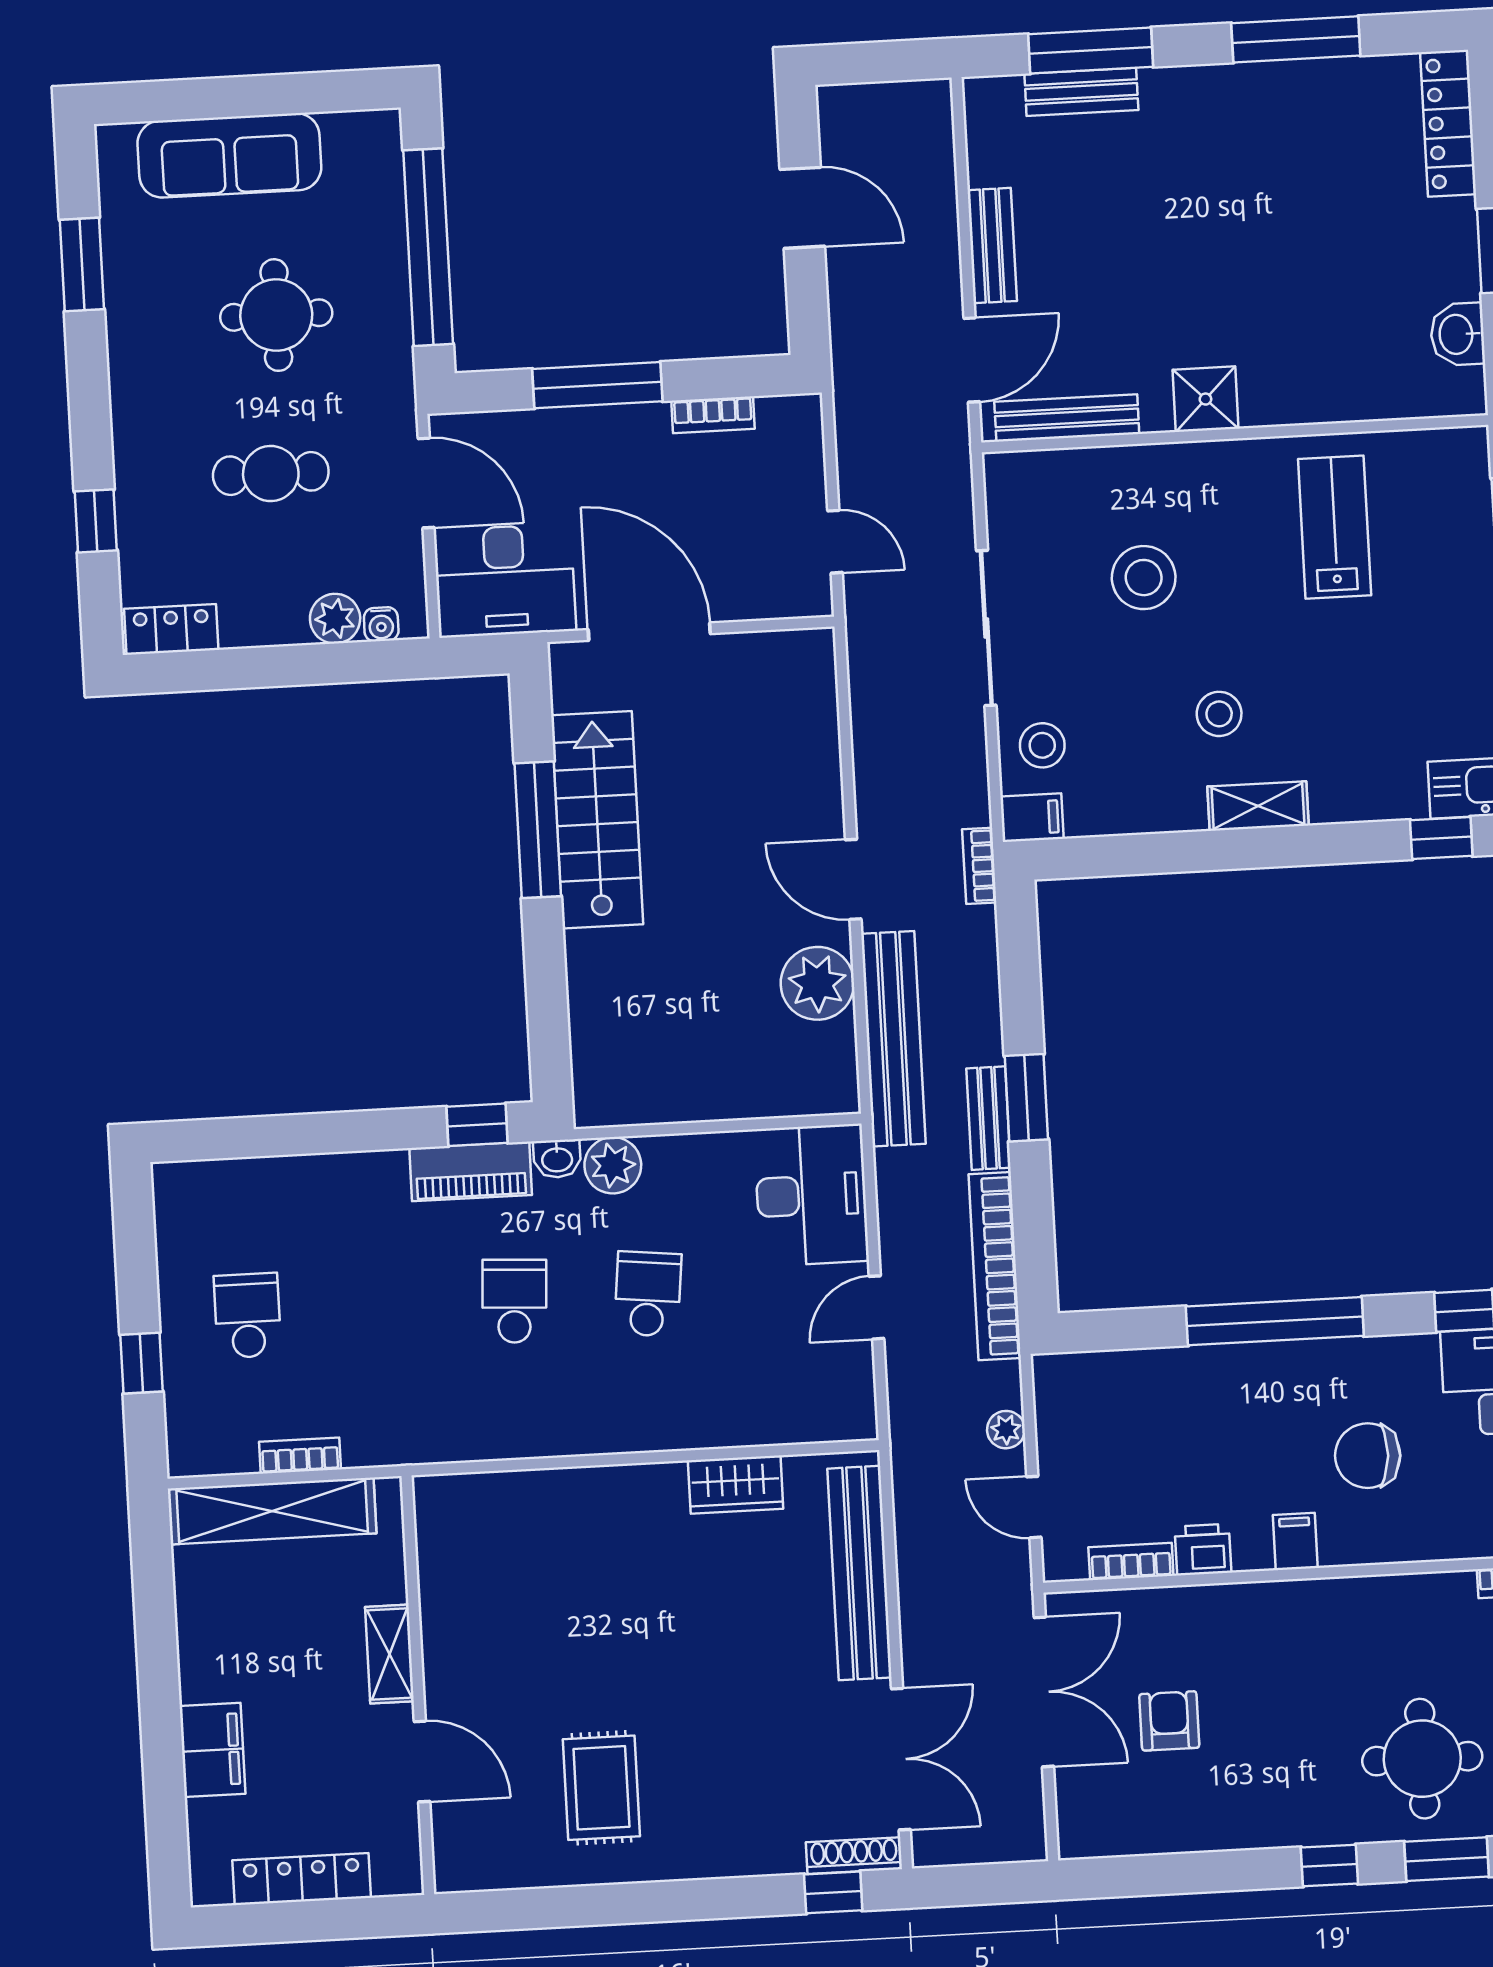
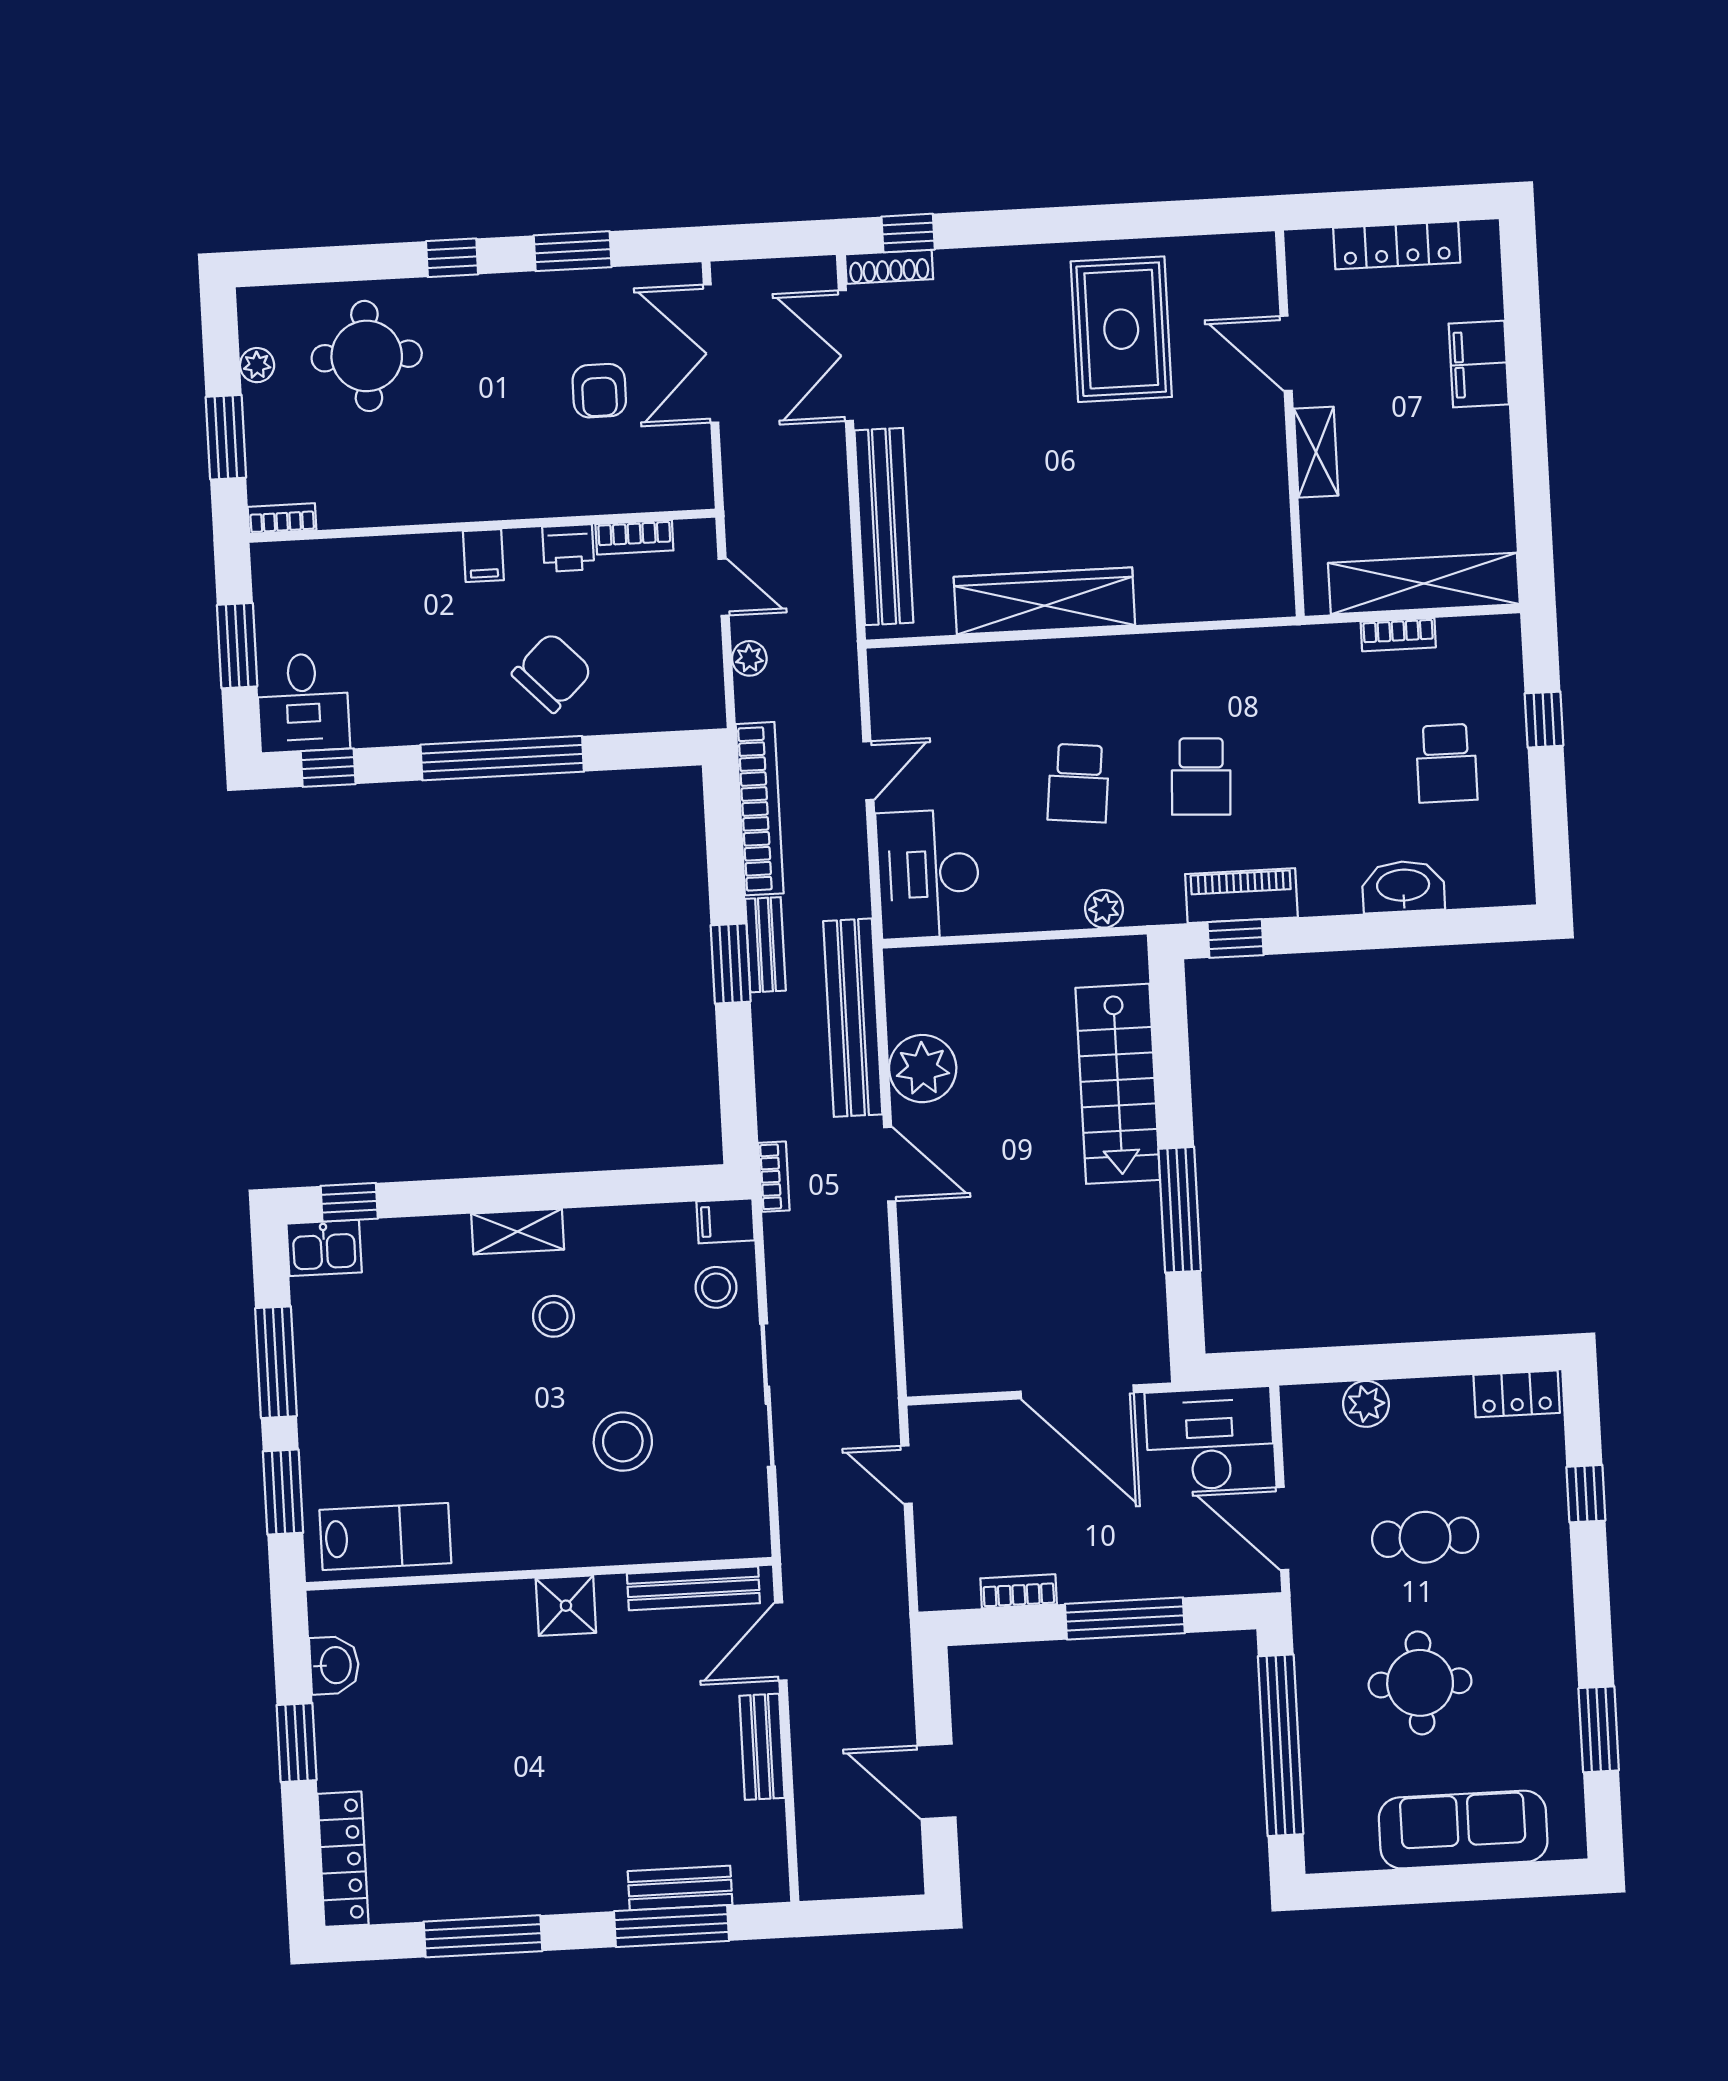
lab bench: (1335, 527) -> (385, 1537), moved, turned -90
water cooler: (381, 624) -> (1324, 1399), removed
stairs: (597, 820) -> (1118, 1084), moved
washbasin: (557, 1159) -> (1403, 887), moved, width x1.91, depth x1.45
plant: (613, 1165) -> (1104, 909), width x0.73, depth x0.73
chair: (1368, 1456) -> (552, 672), moved, turned -47
wardrobe: (736, 1485) -> (1044, 601), width x2.10, depth x1.17
double door: (1044, 1692) -> (711, 354), moved
rug: (601, 1788) -> (1121, 329), width x1.36, depth x1.43
window: (1447, 1859) -> (573, 251), moved

